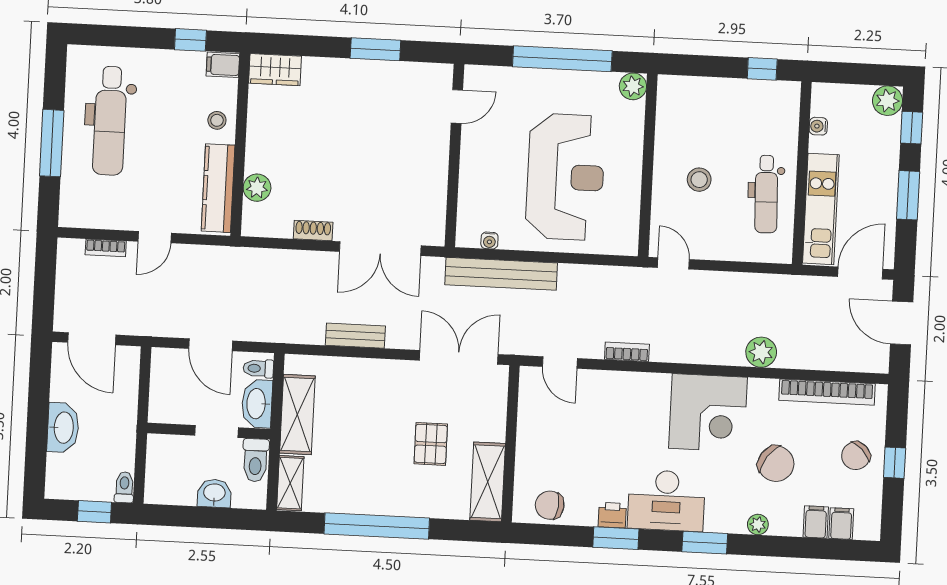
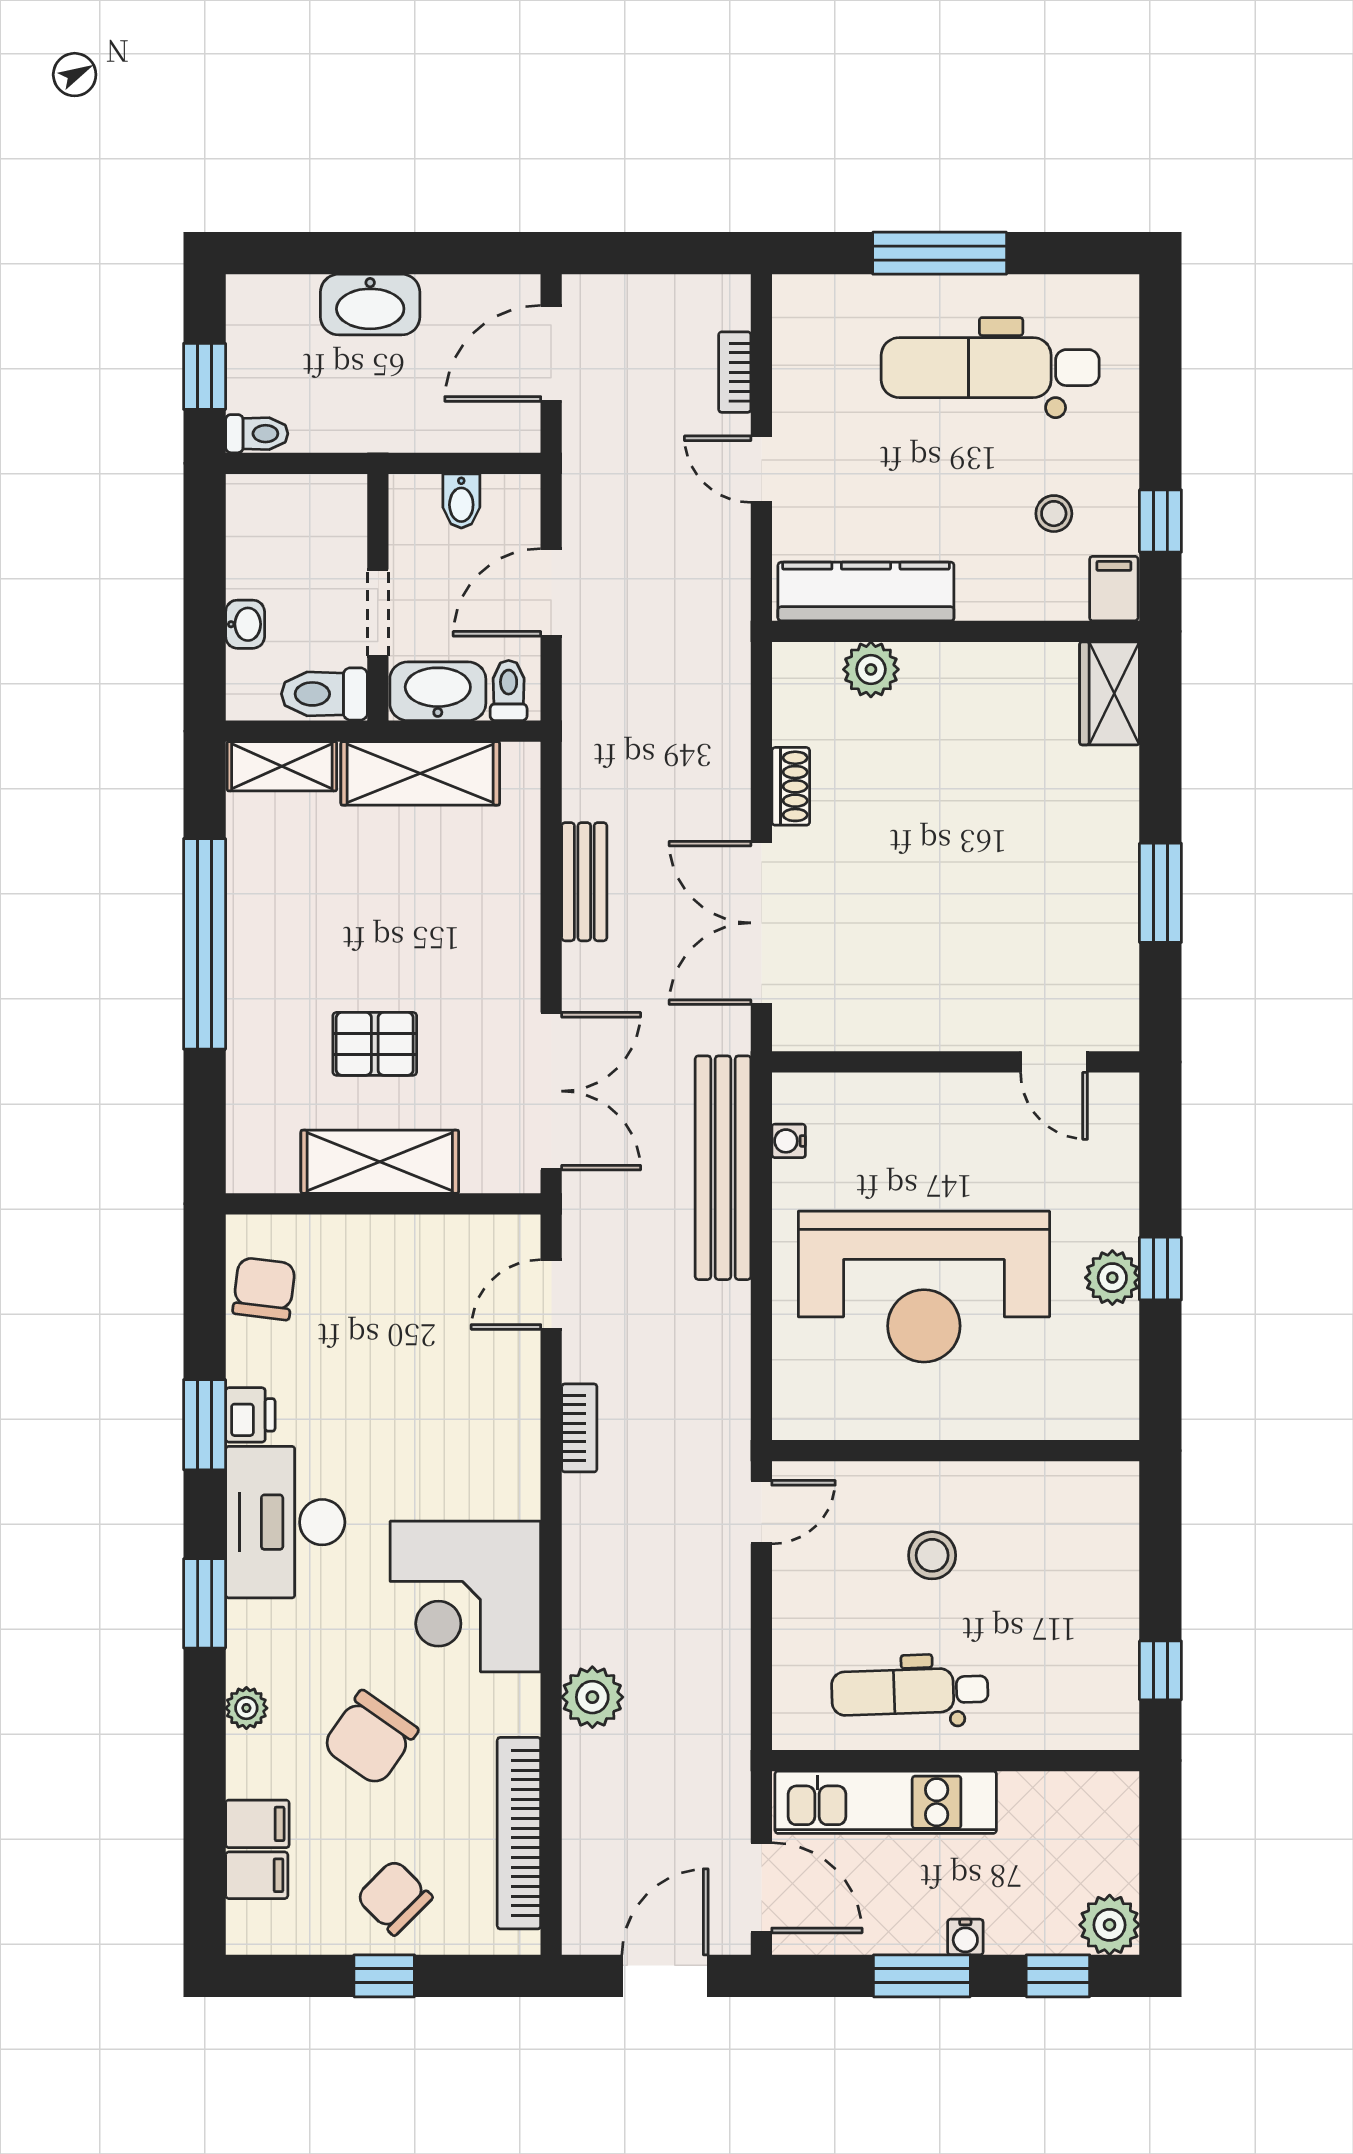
window: (562, 59) -> (1160, 1269), width x0.32
plant: (633, 86) -> (1112, 1278), moved
stool: (217, 120) -> (1054, 514), moved
water cooler: (818, 126) -> (965, 1937), moved, turned 180
bidet: (163, 387) -> (461, 501), added
shelving: (488, 482) -> (380, 1162), moved
washbasin: (214, 493) -> (245, 624), width x0.72, depth x0.69

